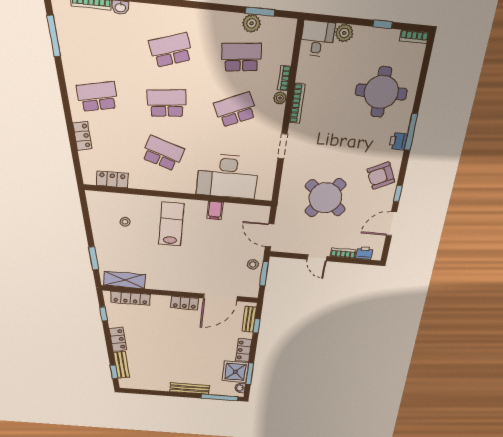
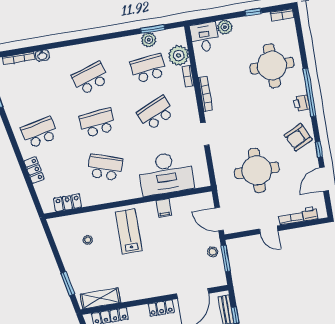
plant: (280, 98) -> (179, 55), moved, width x1.88, depth x1.88
window: (411, 132) -> (309, 92), width x1.46
round table: (325, 198) -> (257, 170), turned -37

